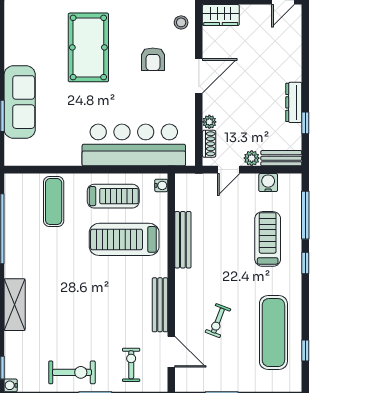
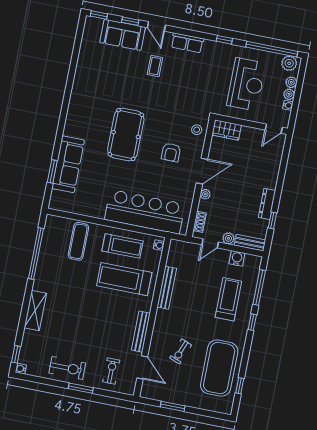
plant: (209, 122) -> (205, 194), moved
exercise mat: (273, 333) -> (219, 368), width x1.47

